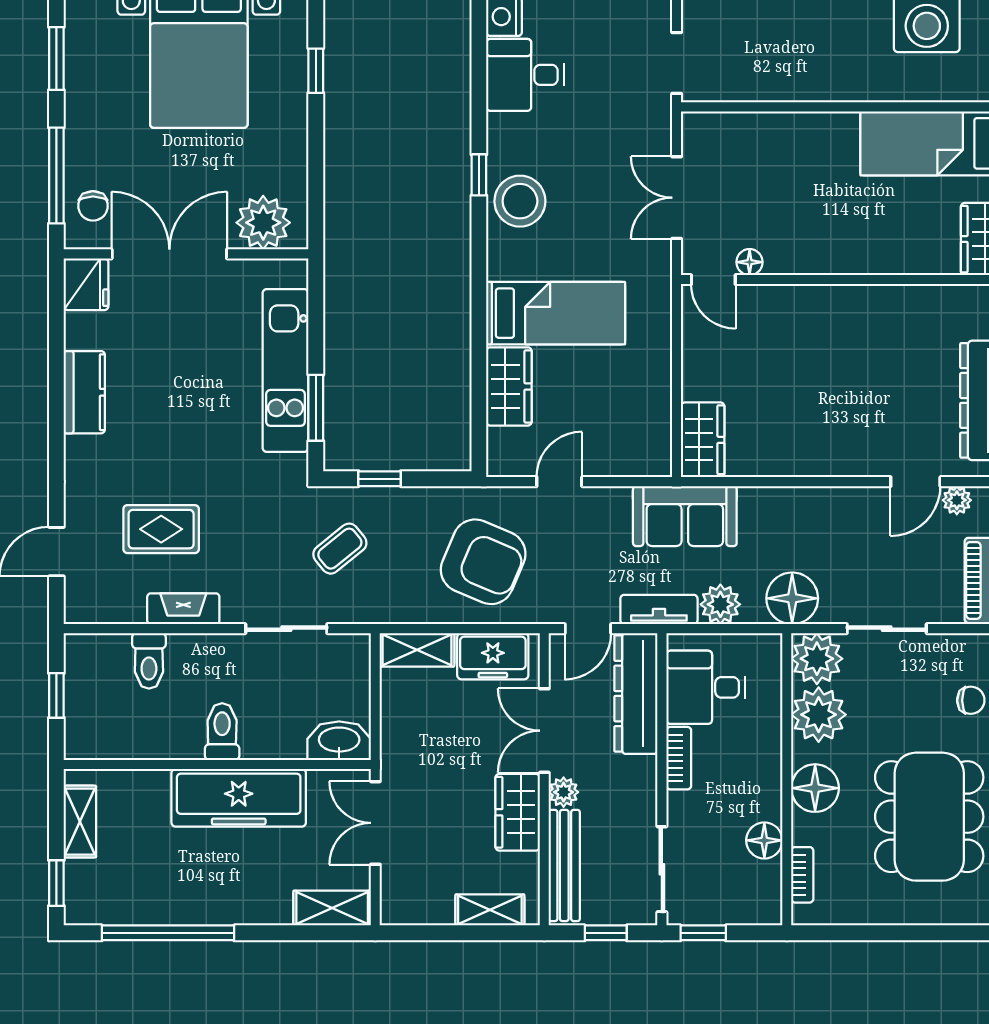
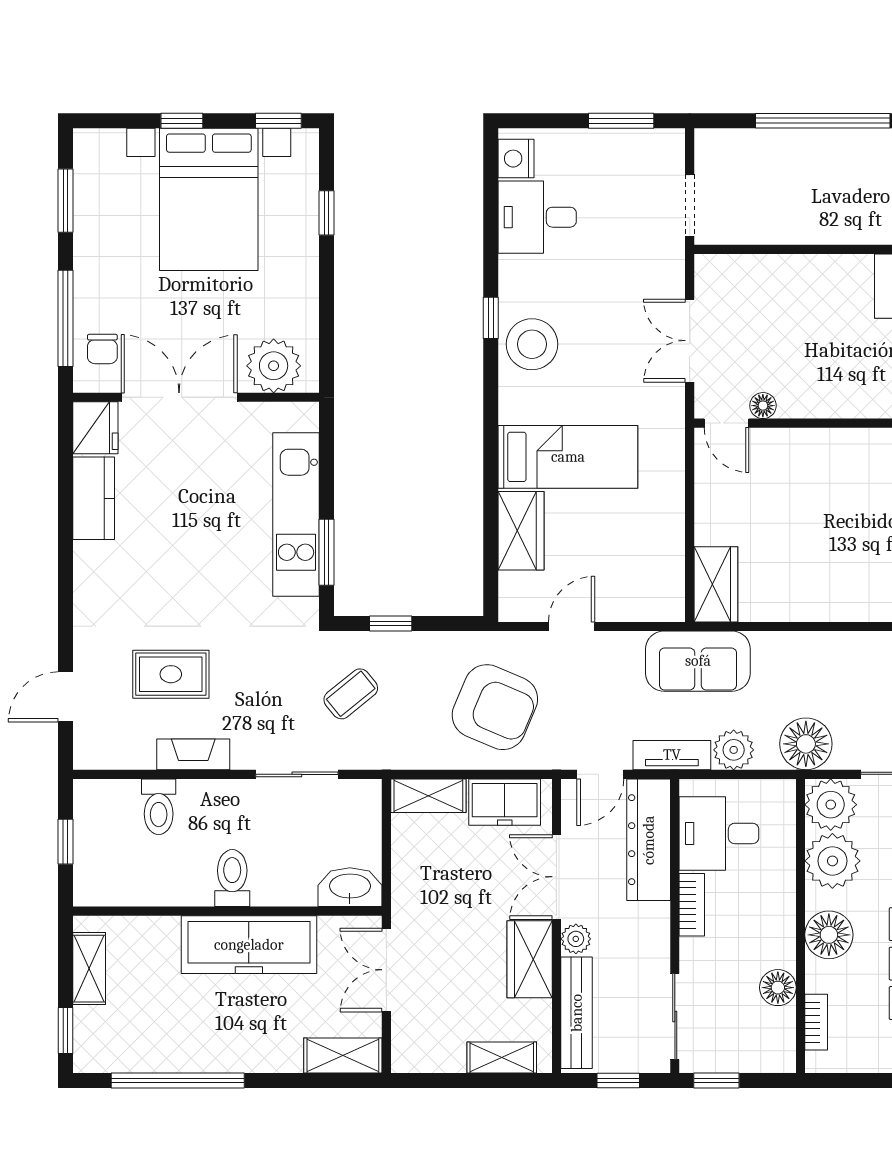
kitchen counter: (84, 392) -> (94, 498), moved

